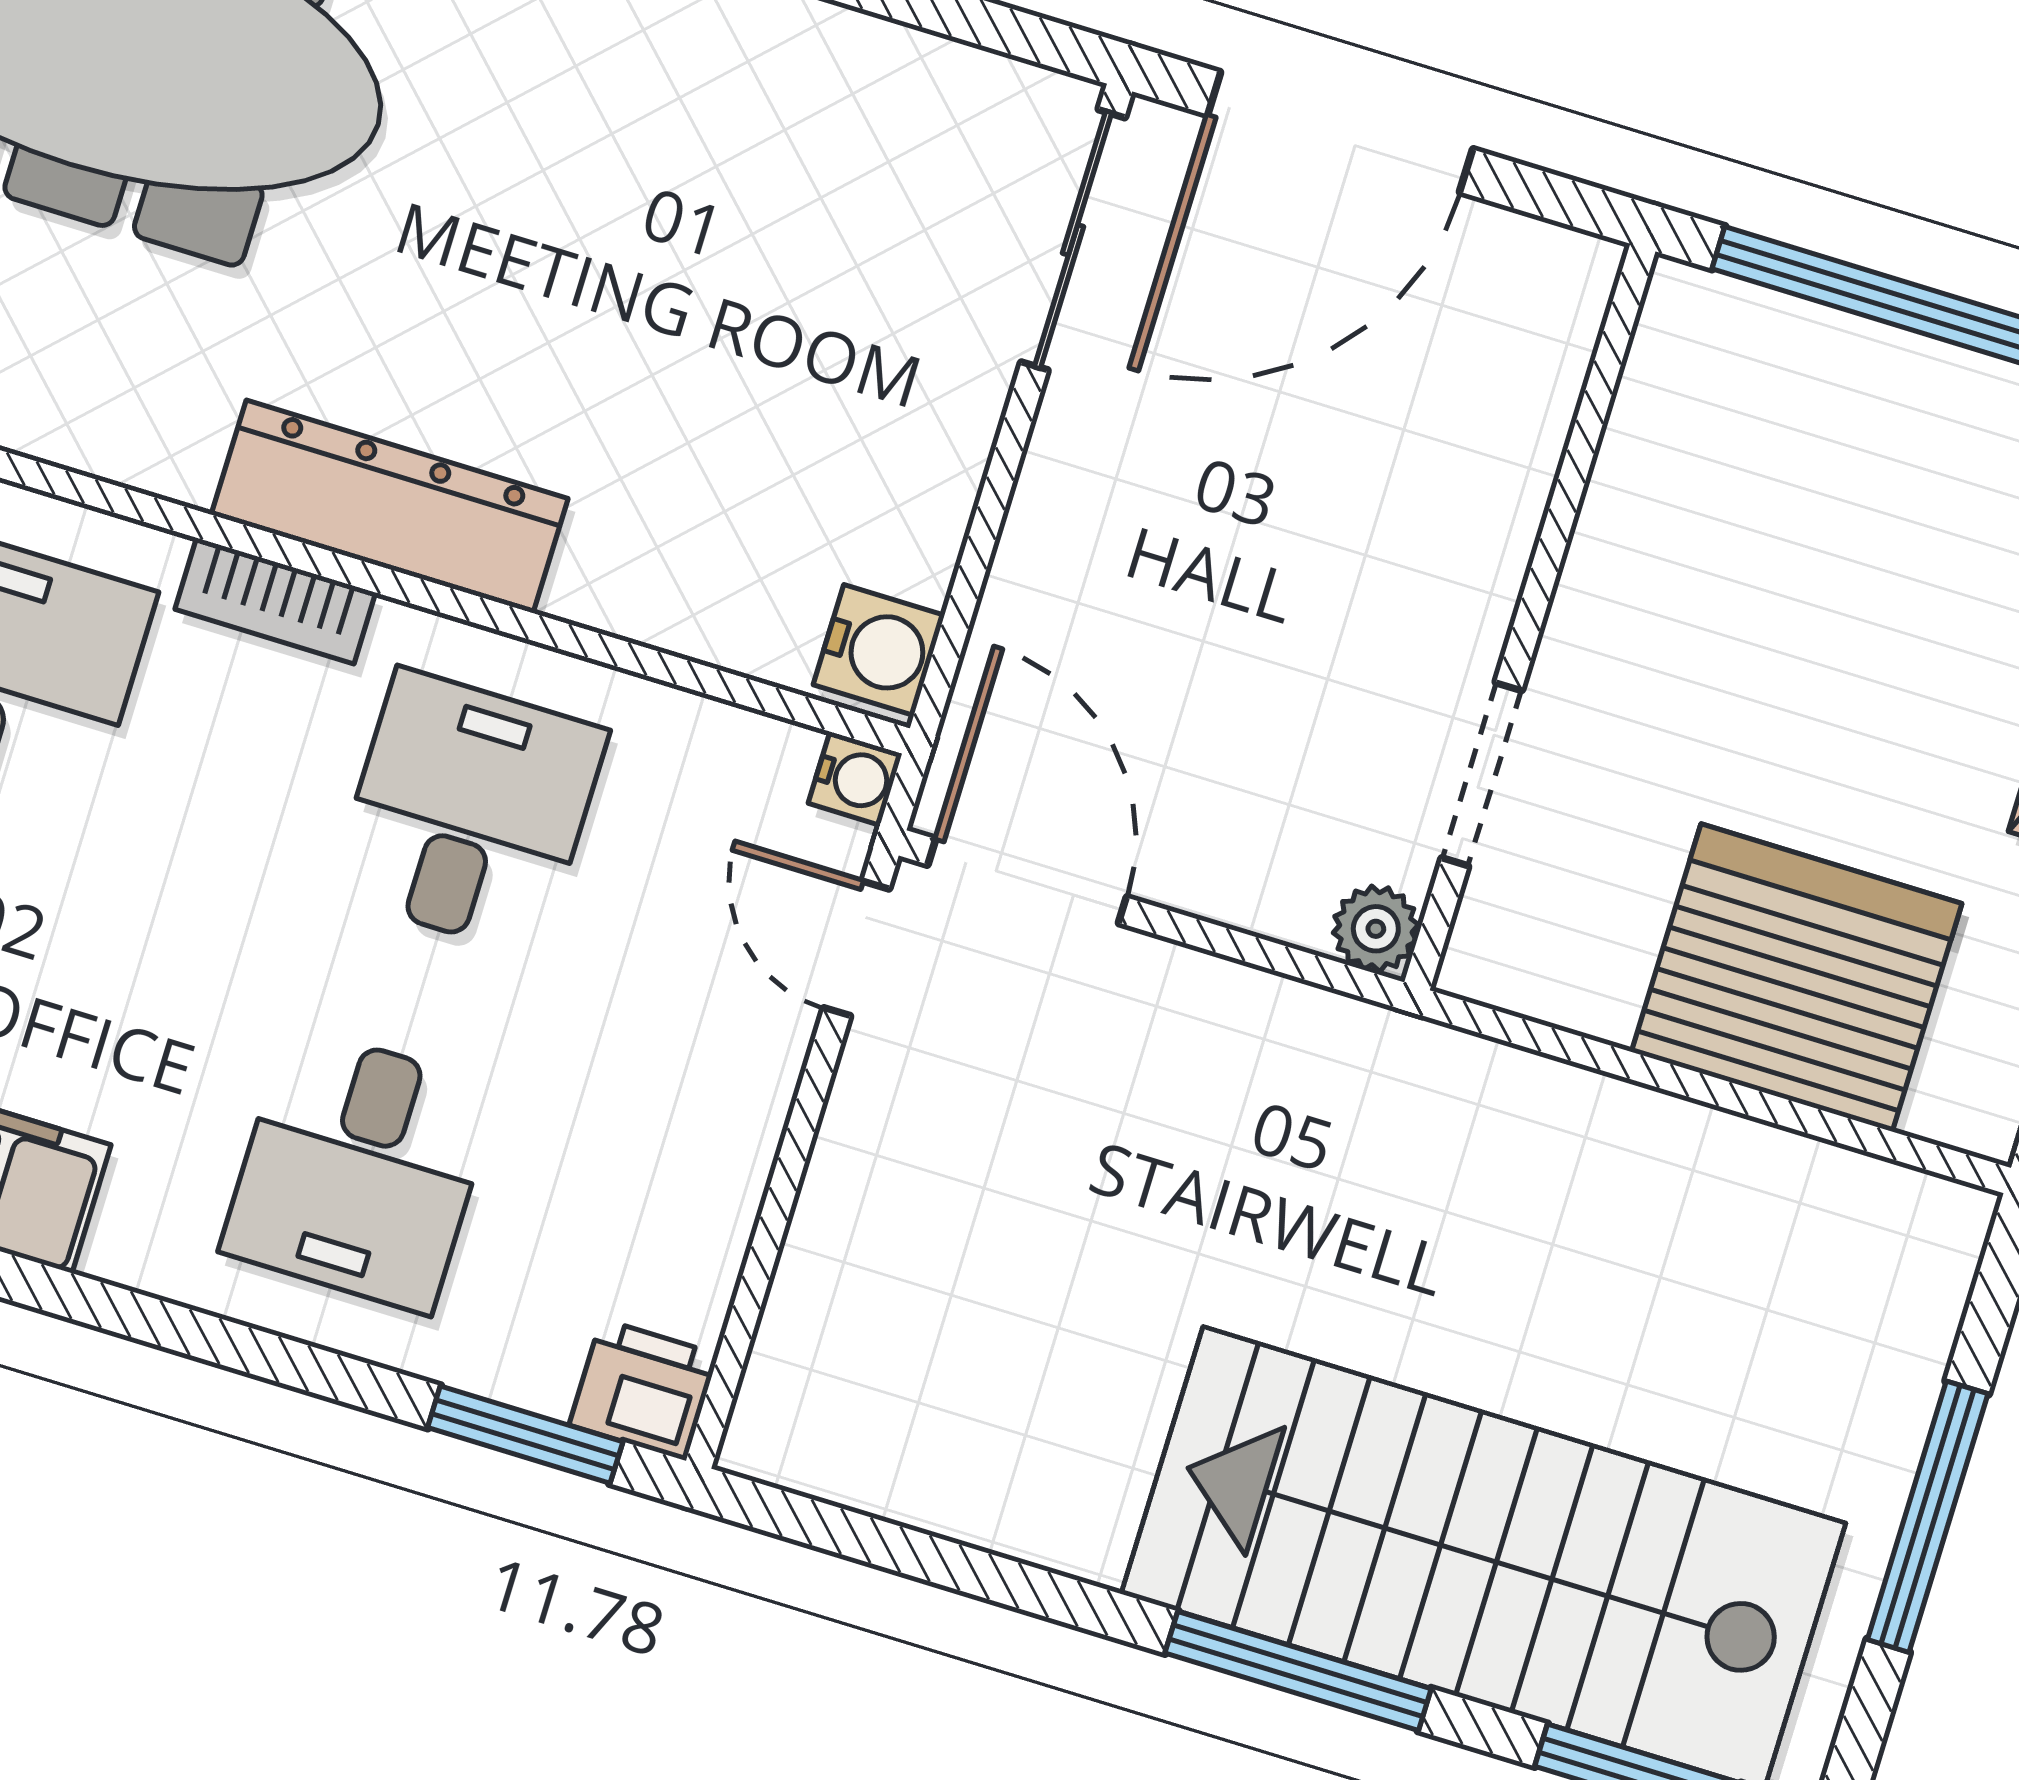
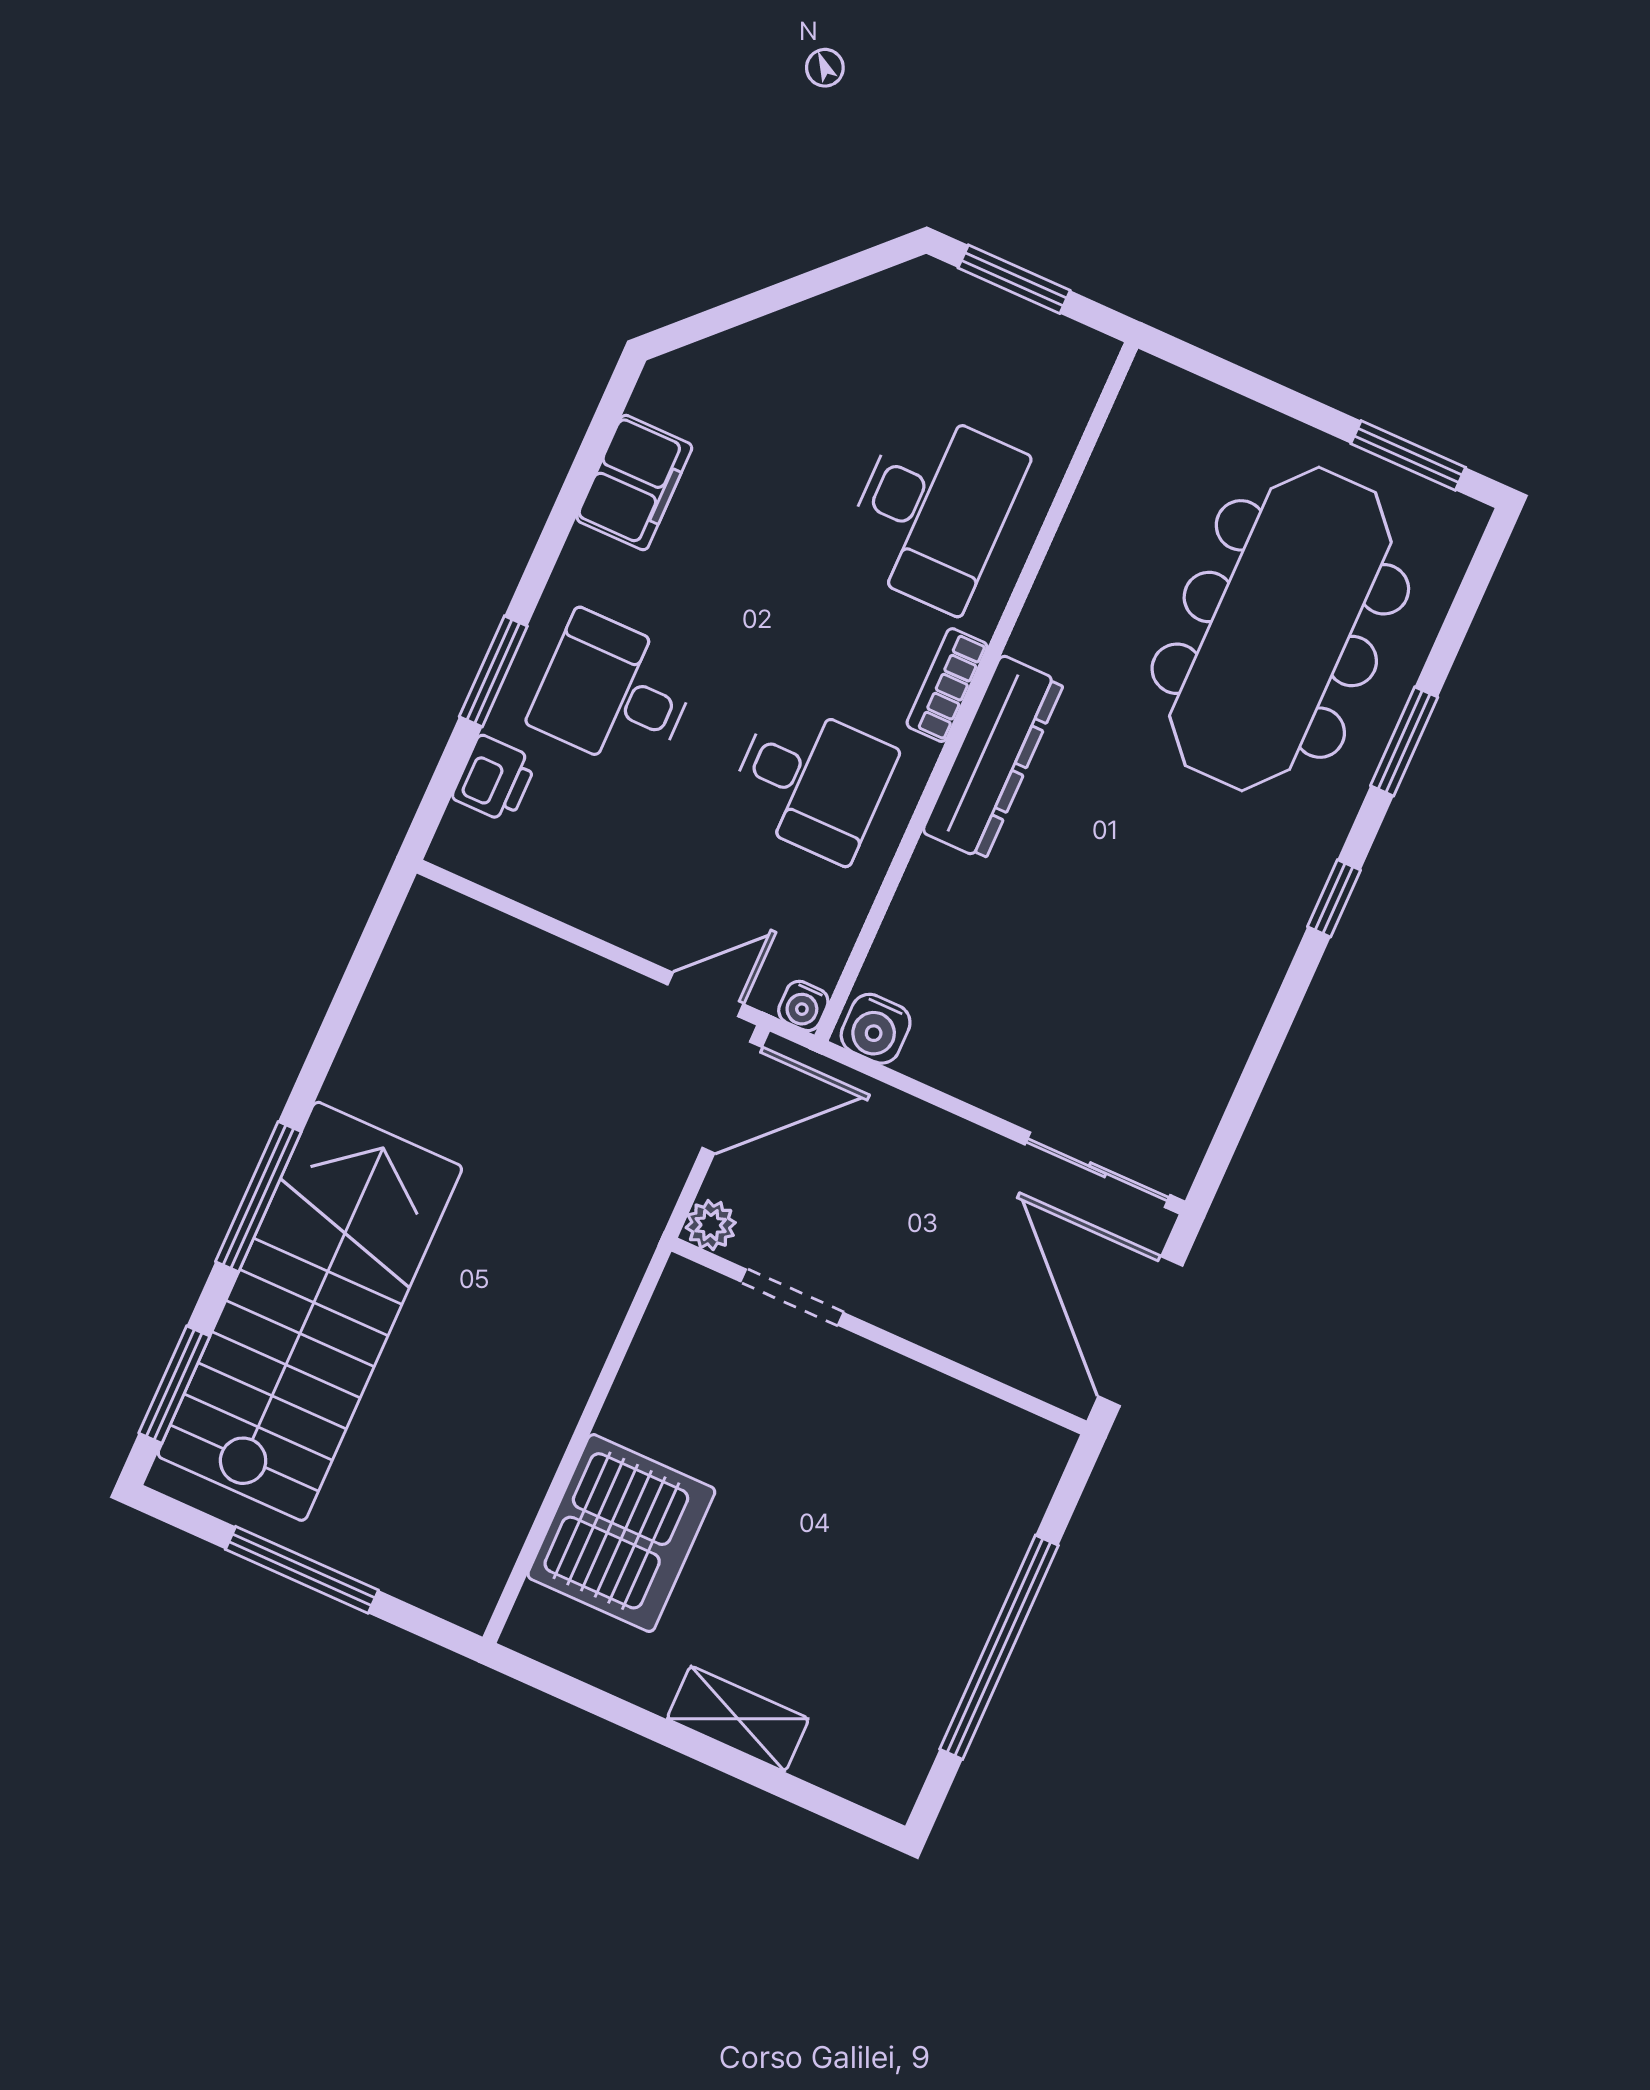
wall: (1530, 617) -> (879, 1336), moved
doorway: (1482, 774) -> (792, 1297), moved
plant: (1376, 929) -> (711, 1225), moved
printer: (644, 1390) -> (495, 779), moved
window: (525, 1435) -> (493, 671), moved

